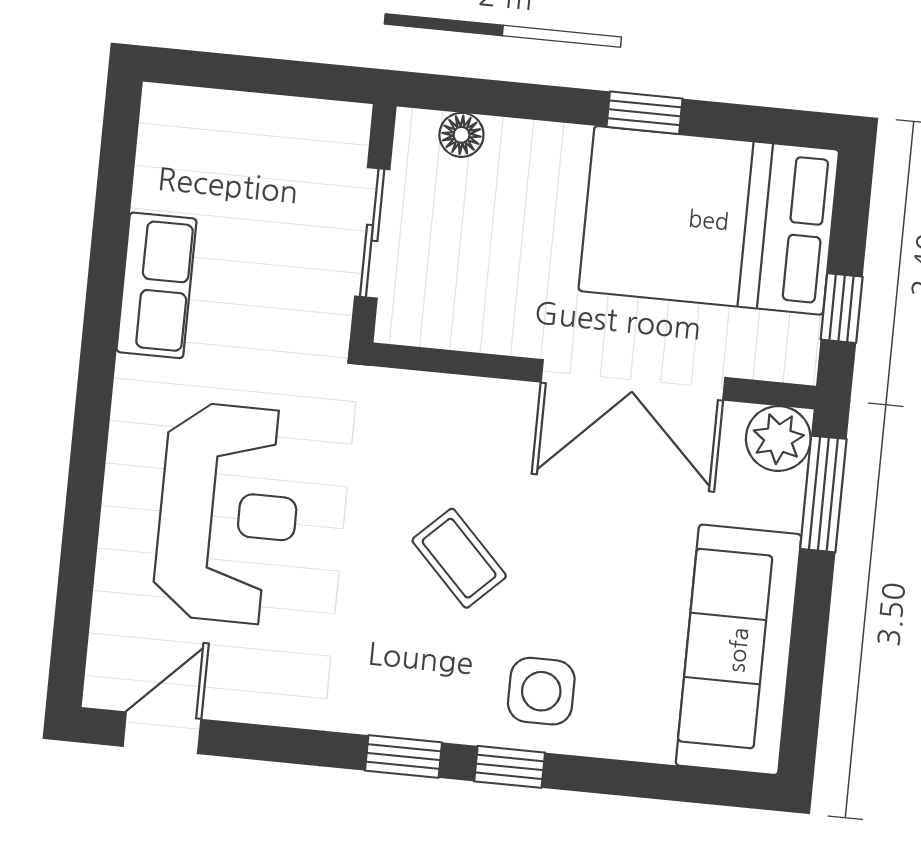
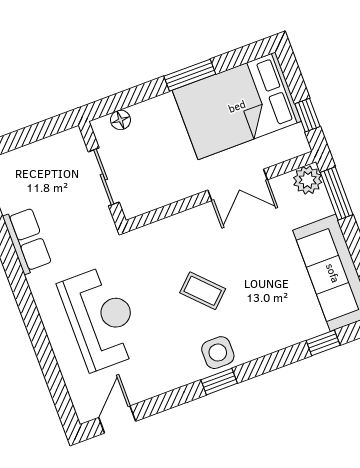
window: (644, 113) -> (190, 75), width x1.50
double door: (633, 380) -> (238, 185), width x0.73
side table: (541, 691) -> (218, 353), moved
window: (510, 767) -> (323, 343), moved

